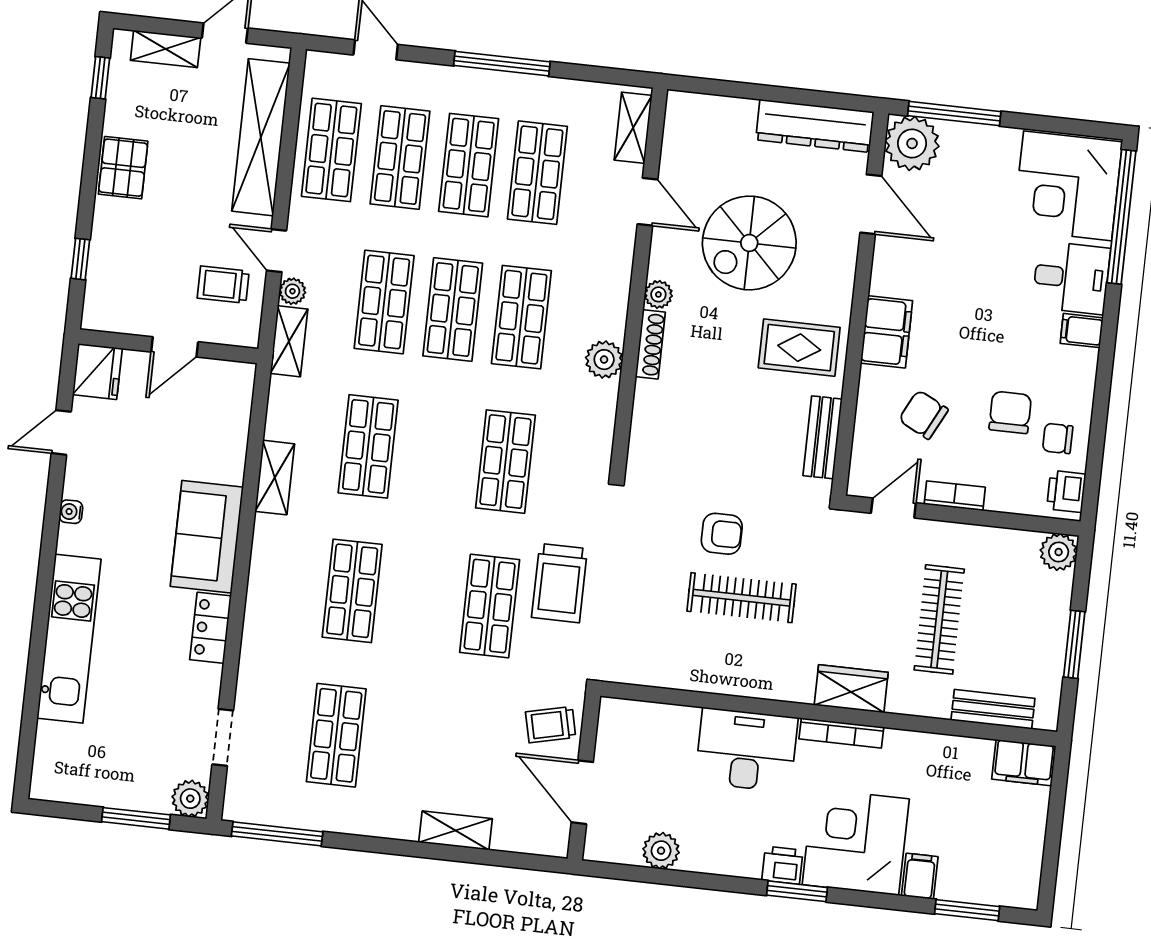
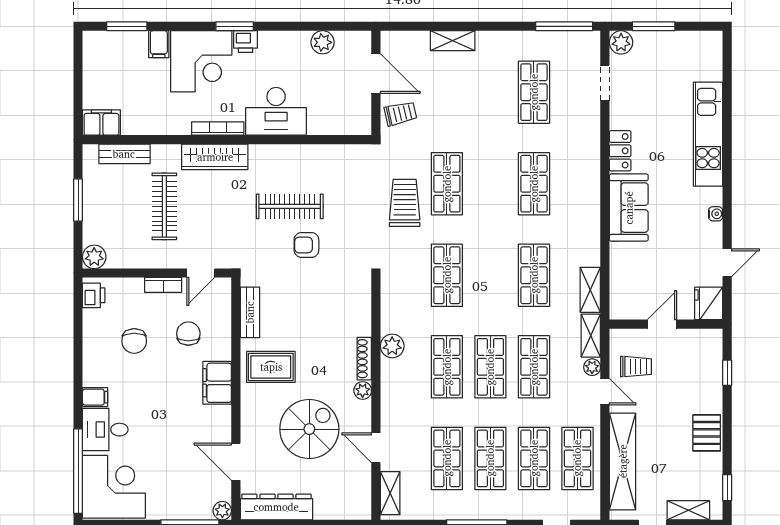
plant: (912, 143) -> (222, 511), width x0.53, depth x0.53
chair: (923, 415) -> (188, 334), turned -117
chair: (1058, 438) -> (103, 328), removed
shelving: (275, 478) -> (590, 290), moved
wardrobe: (851, 689) -> (215, 157), width x1.50

